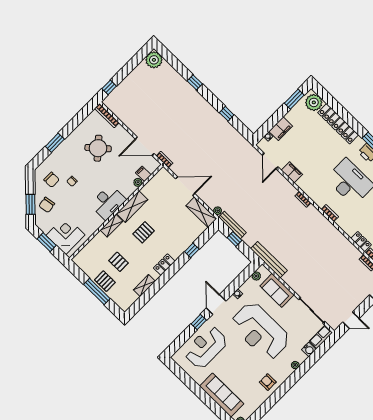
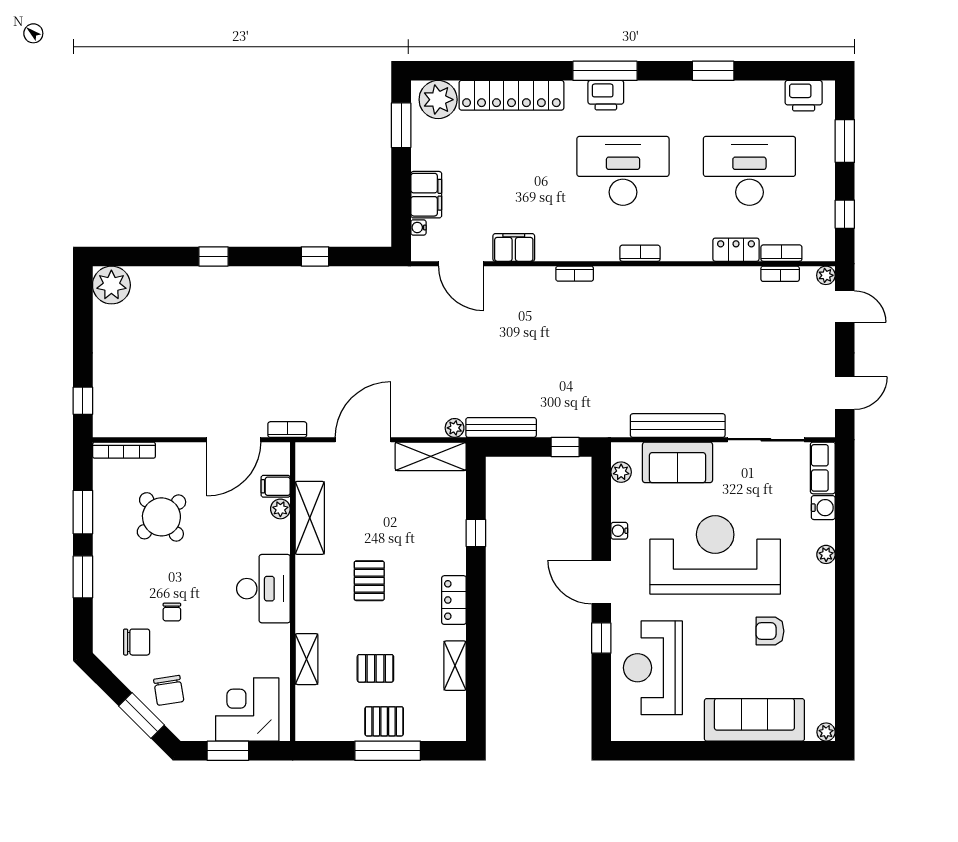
window: (75, 122) -> (83, 512), added
shelving: (132, 207) -> (310, 518), moved
shelving: (111, 226) -> (307, 659), moved
window: (234, 239) -> (565, 447), moved
bench: (269, 260) -> (678, 426), moved
reception desk: (260, 331) -> (715, 555), turned 180
armchair: (268, 382) -> (770, 631), moved

